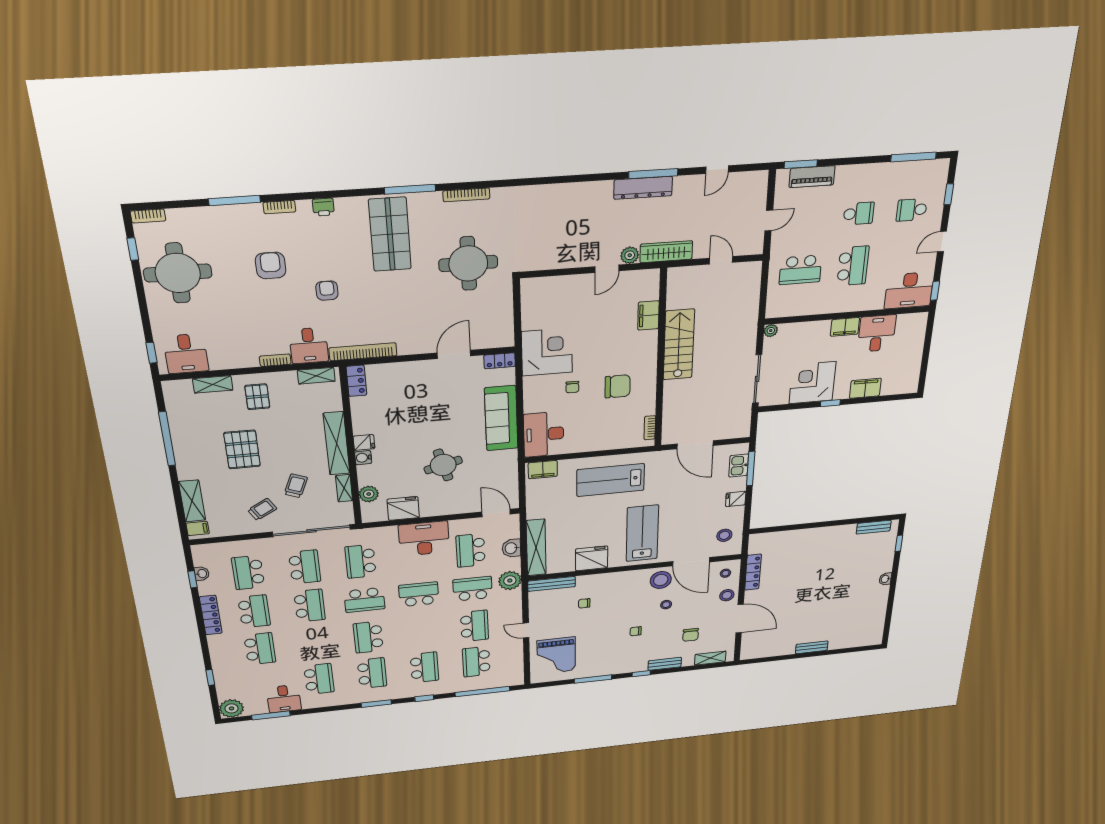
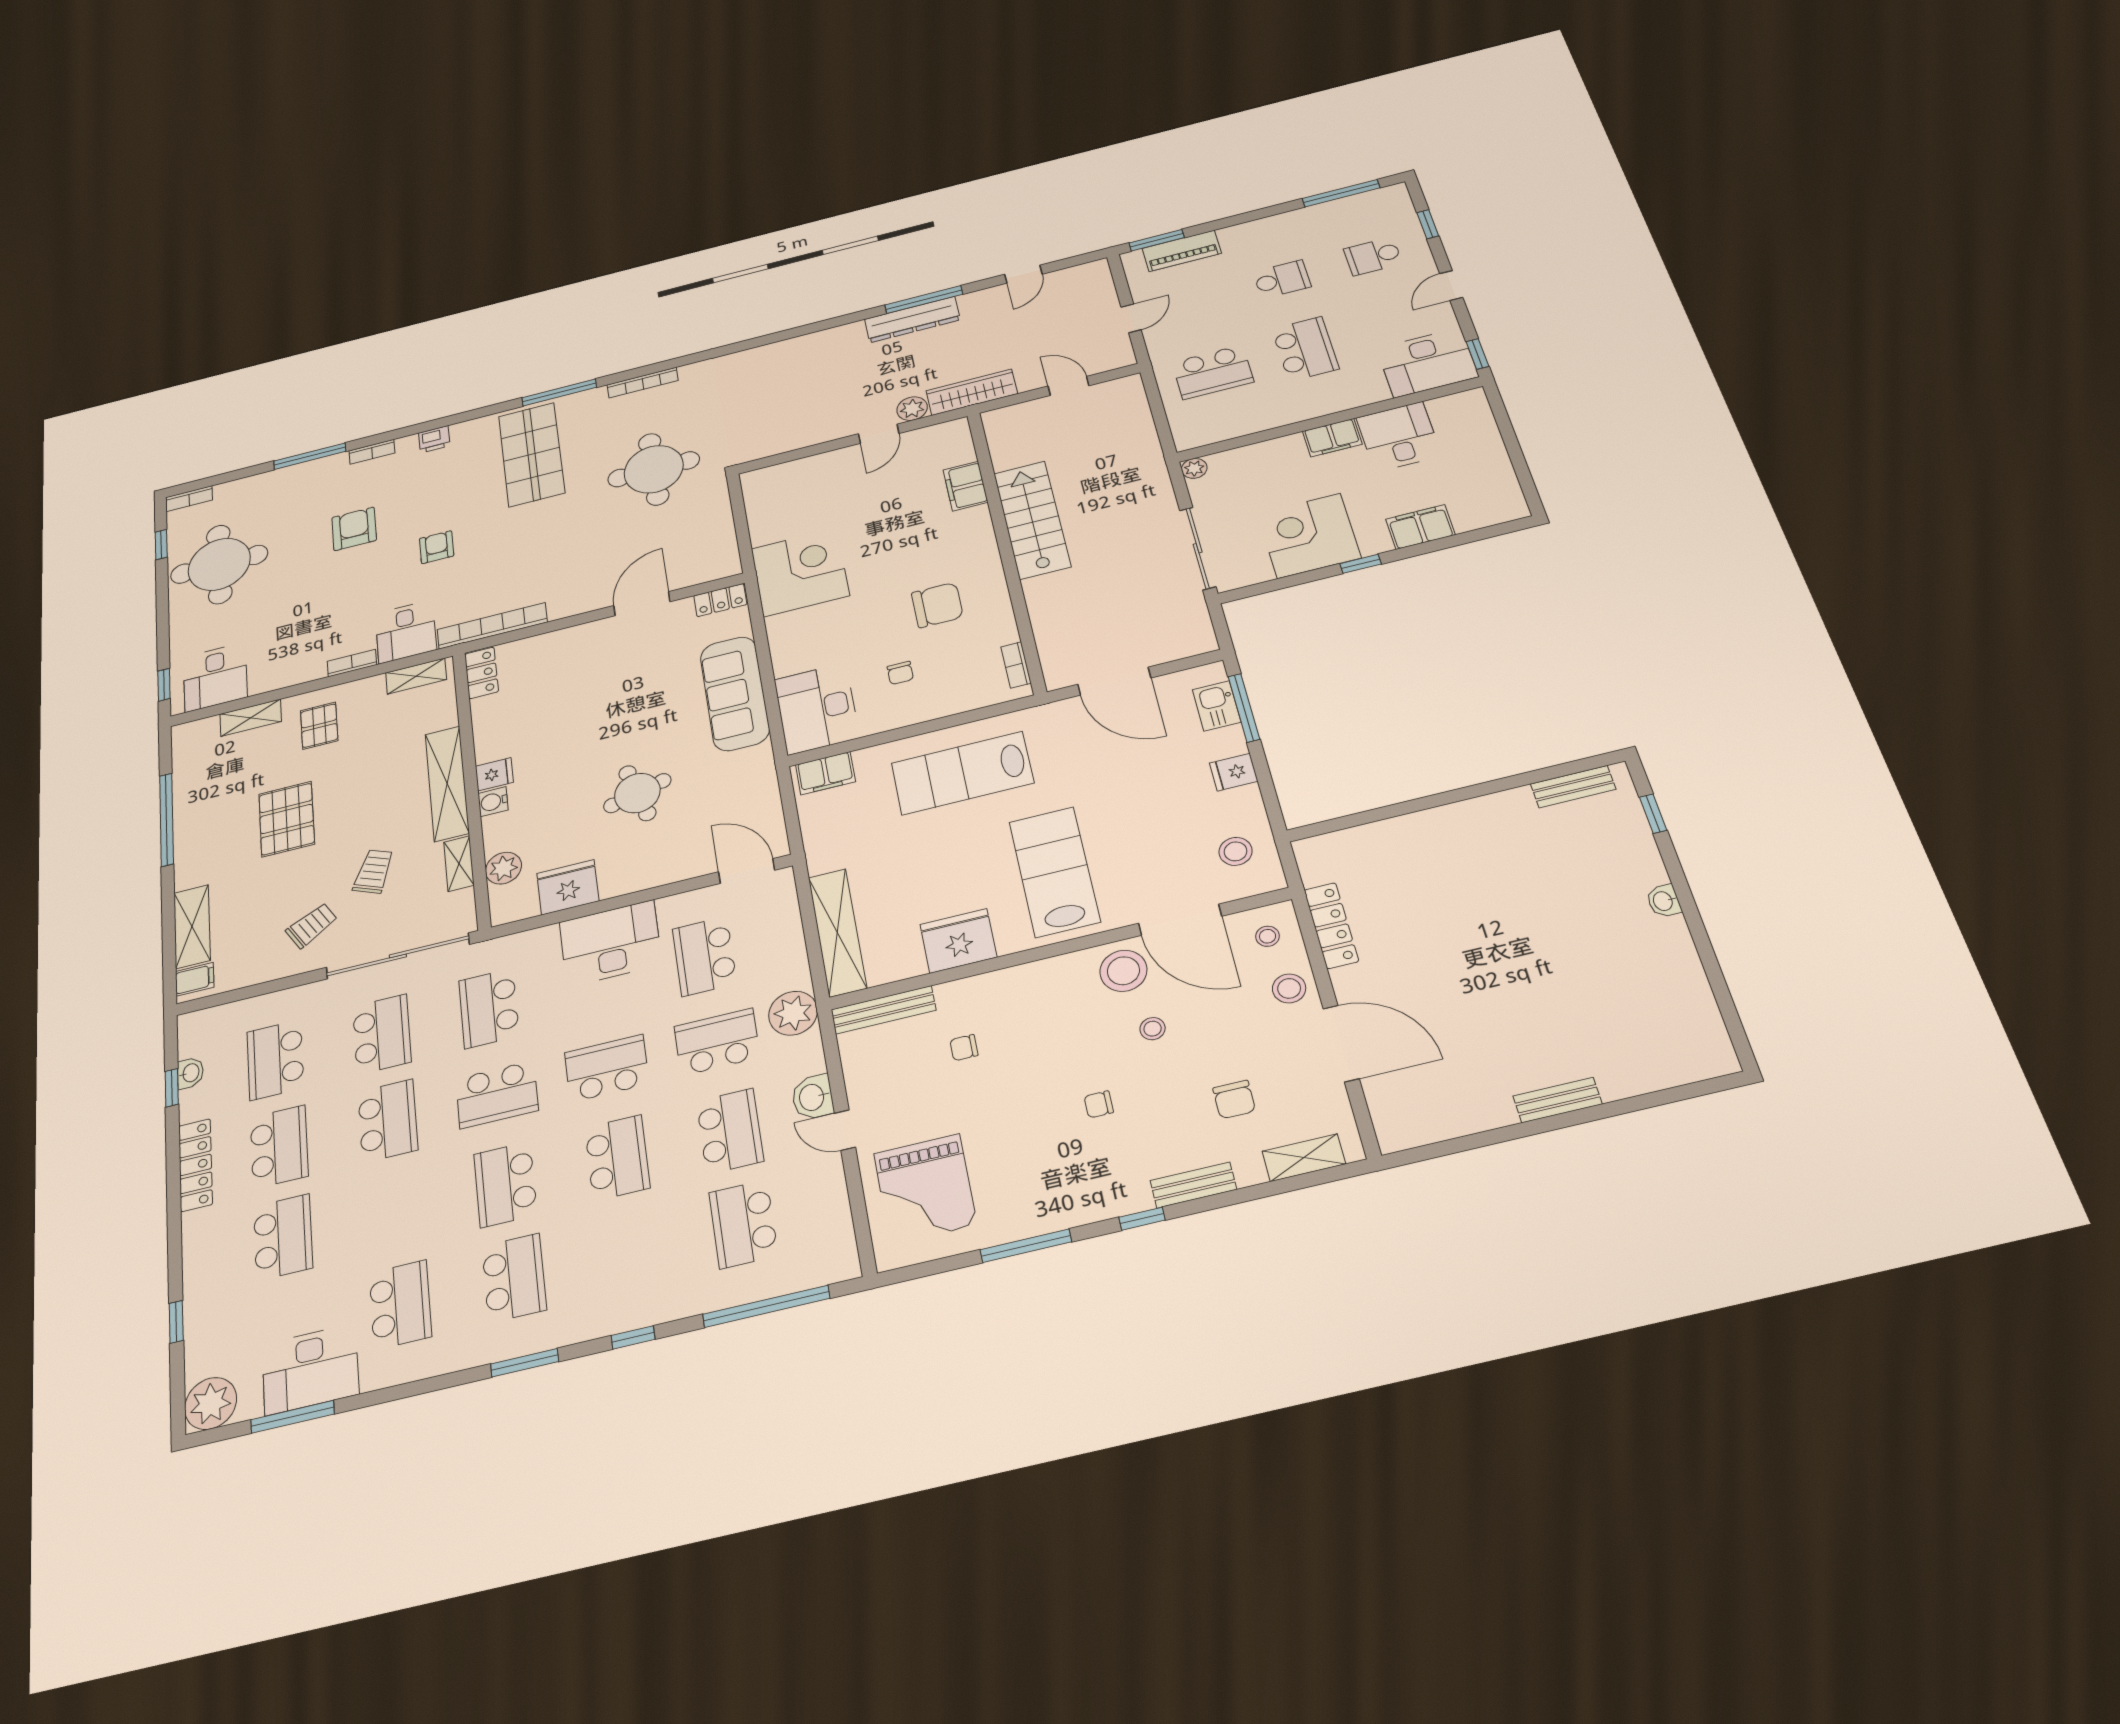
chair: (572, 387) -> (900, 673), moved
washbasin: (511, 548) -> (813, 1097), moved
school desk: (424, 667) -> (617, 1158), moved
desk: (284, 699) -> (310, 1369), width x1.37

